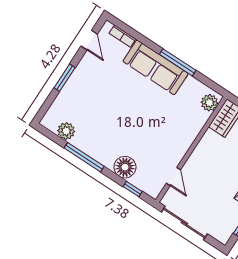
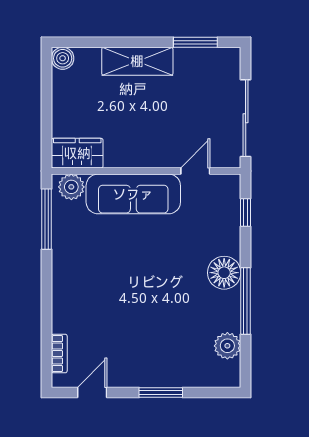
window: (178, 62) -> (47, 219), moved
sofa: (156, 67) -> (133, 194), moved, turned 90
floor lamp: (125, 167) -> (224, 273), moved

